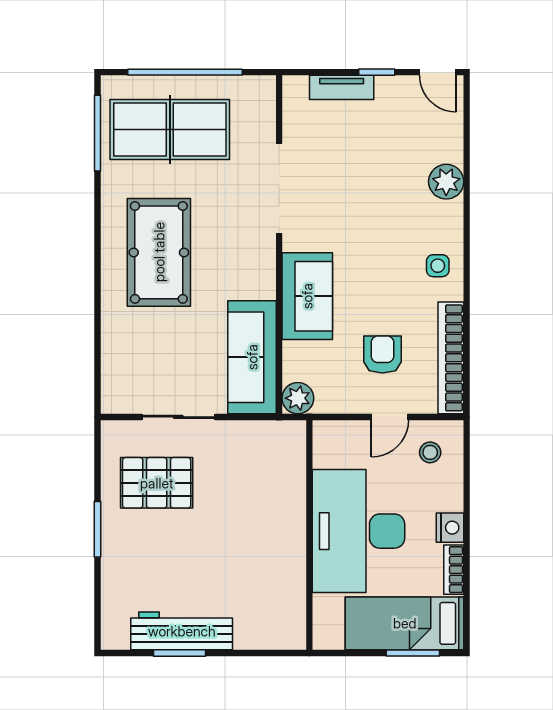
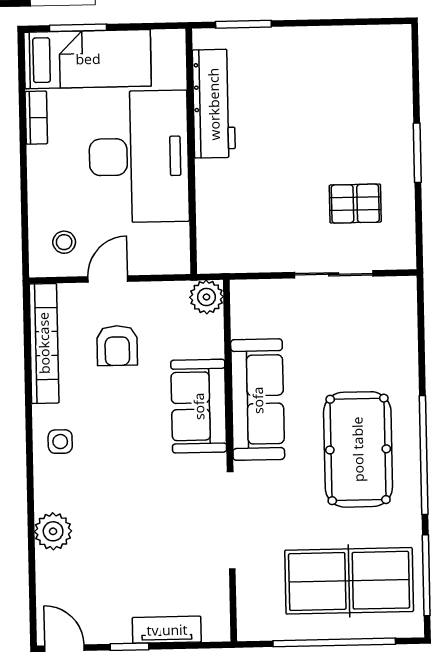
window: (98, 246) -> (424, 455), added
sofa: (252, 357) -> (258, 400), moved
pallet: (157, 483) -> (355, 204), width x0.67, depth x0.71
nightstand: (450, 528) -> (41, 162), removed
workbench: (182, 631) -> (214, 104), moved, turned -90
window: (179, 653) -> (243, 24), moved

